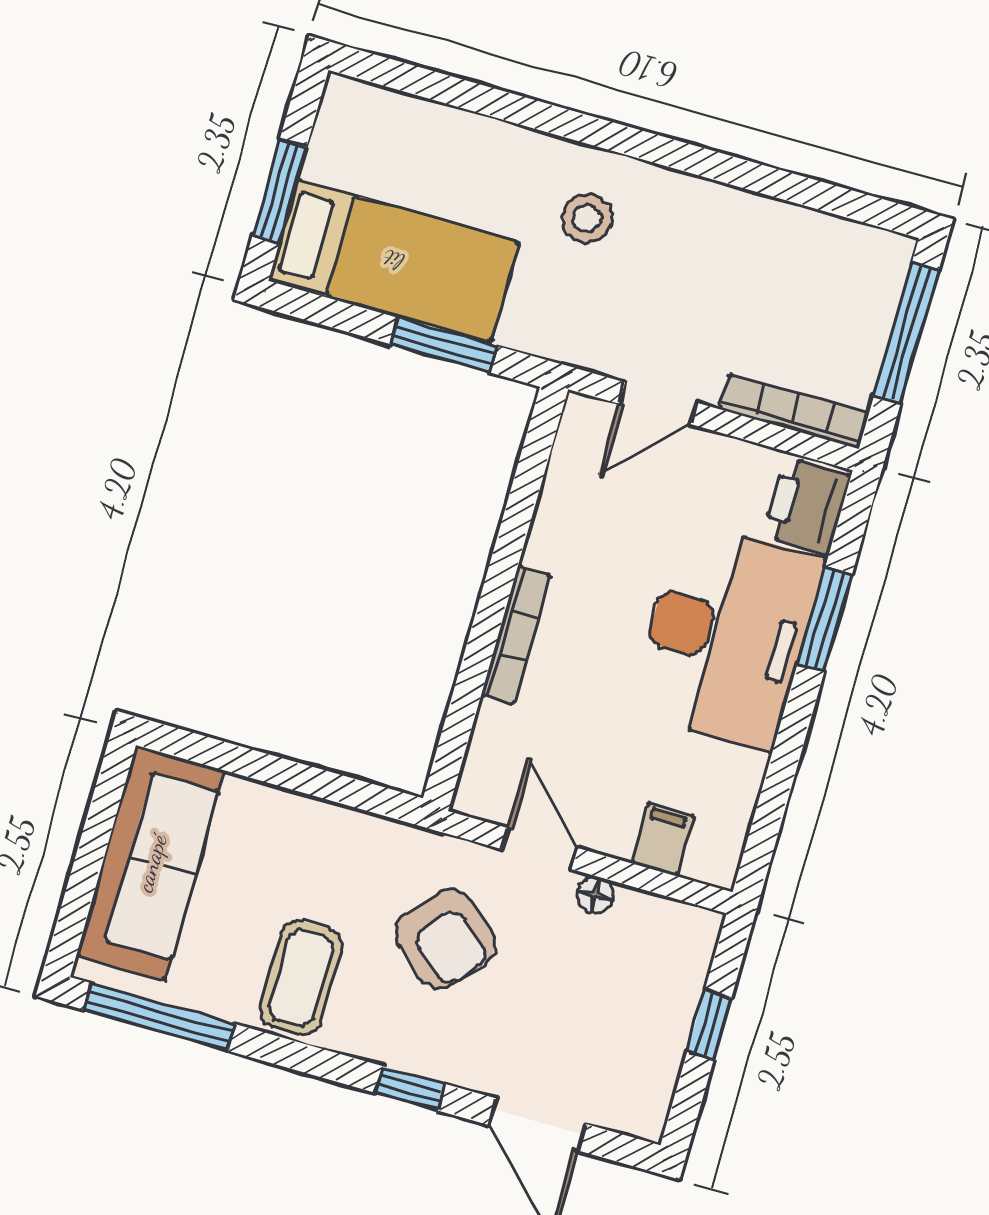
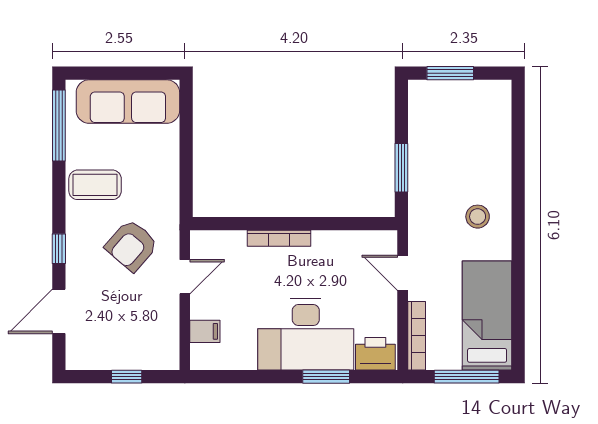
bed: (394, 260) -> (487, 316), moved, turned 180
floor lamp: (595, 895) -> (171, 308), removed

